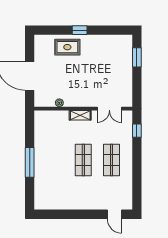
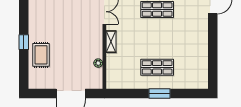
shop shelf: (83, 160) -> (157, 67), moved
window: (30, 162) -> (159, 94), width x0.69

